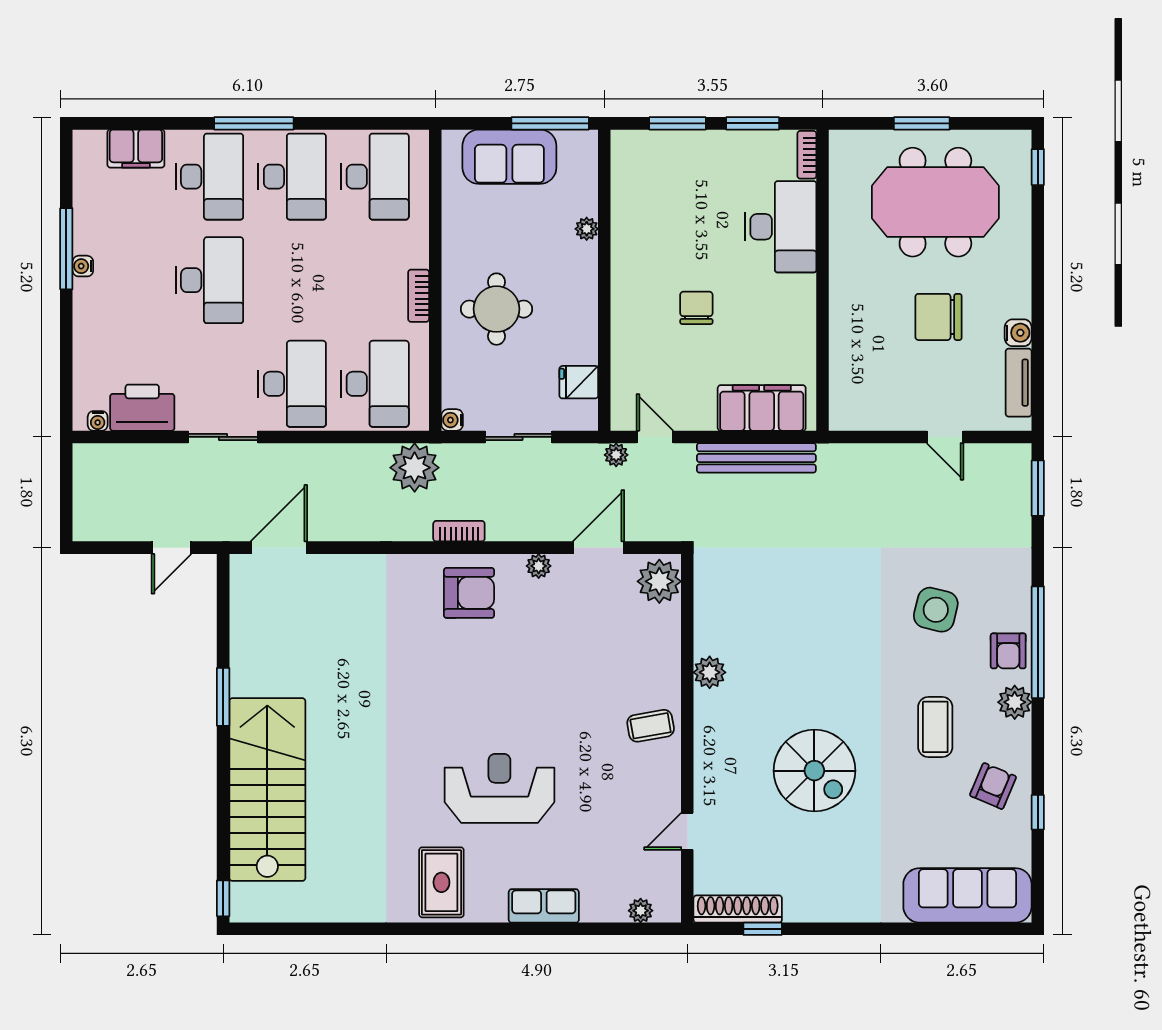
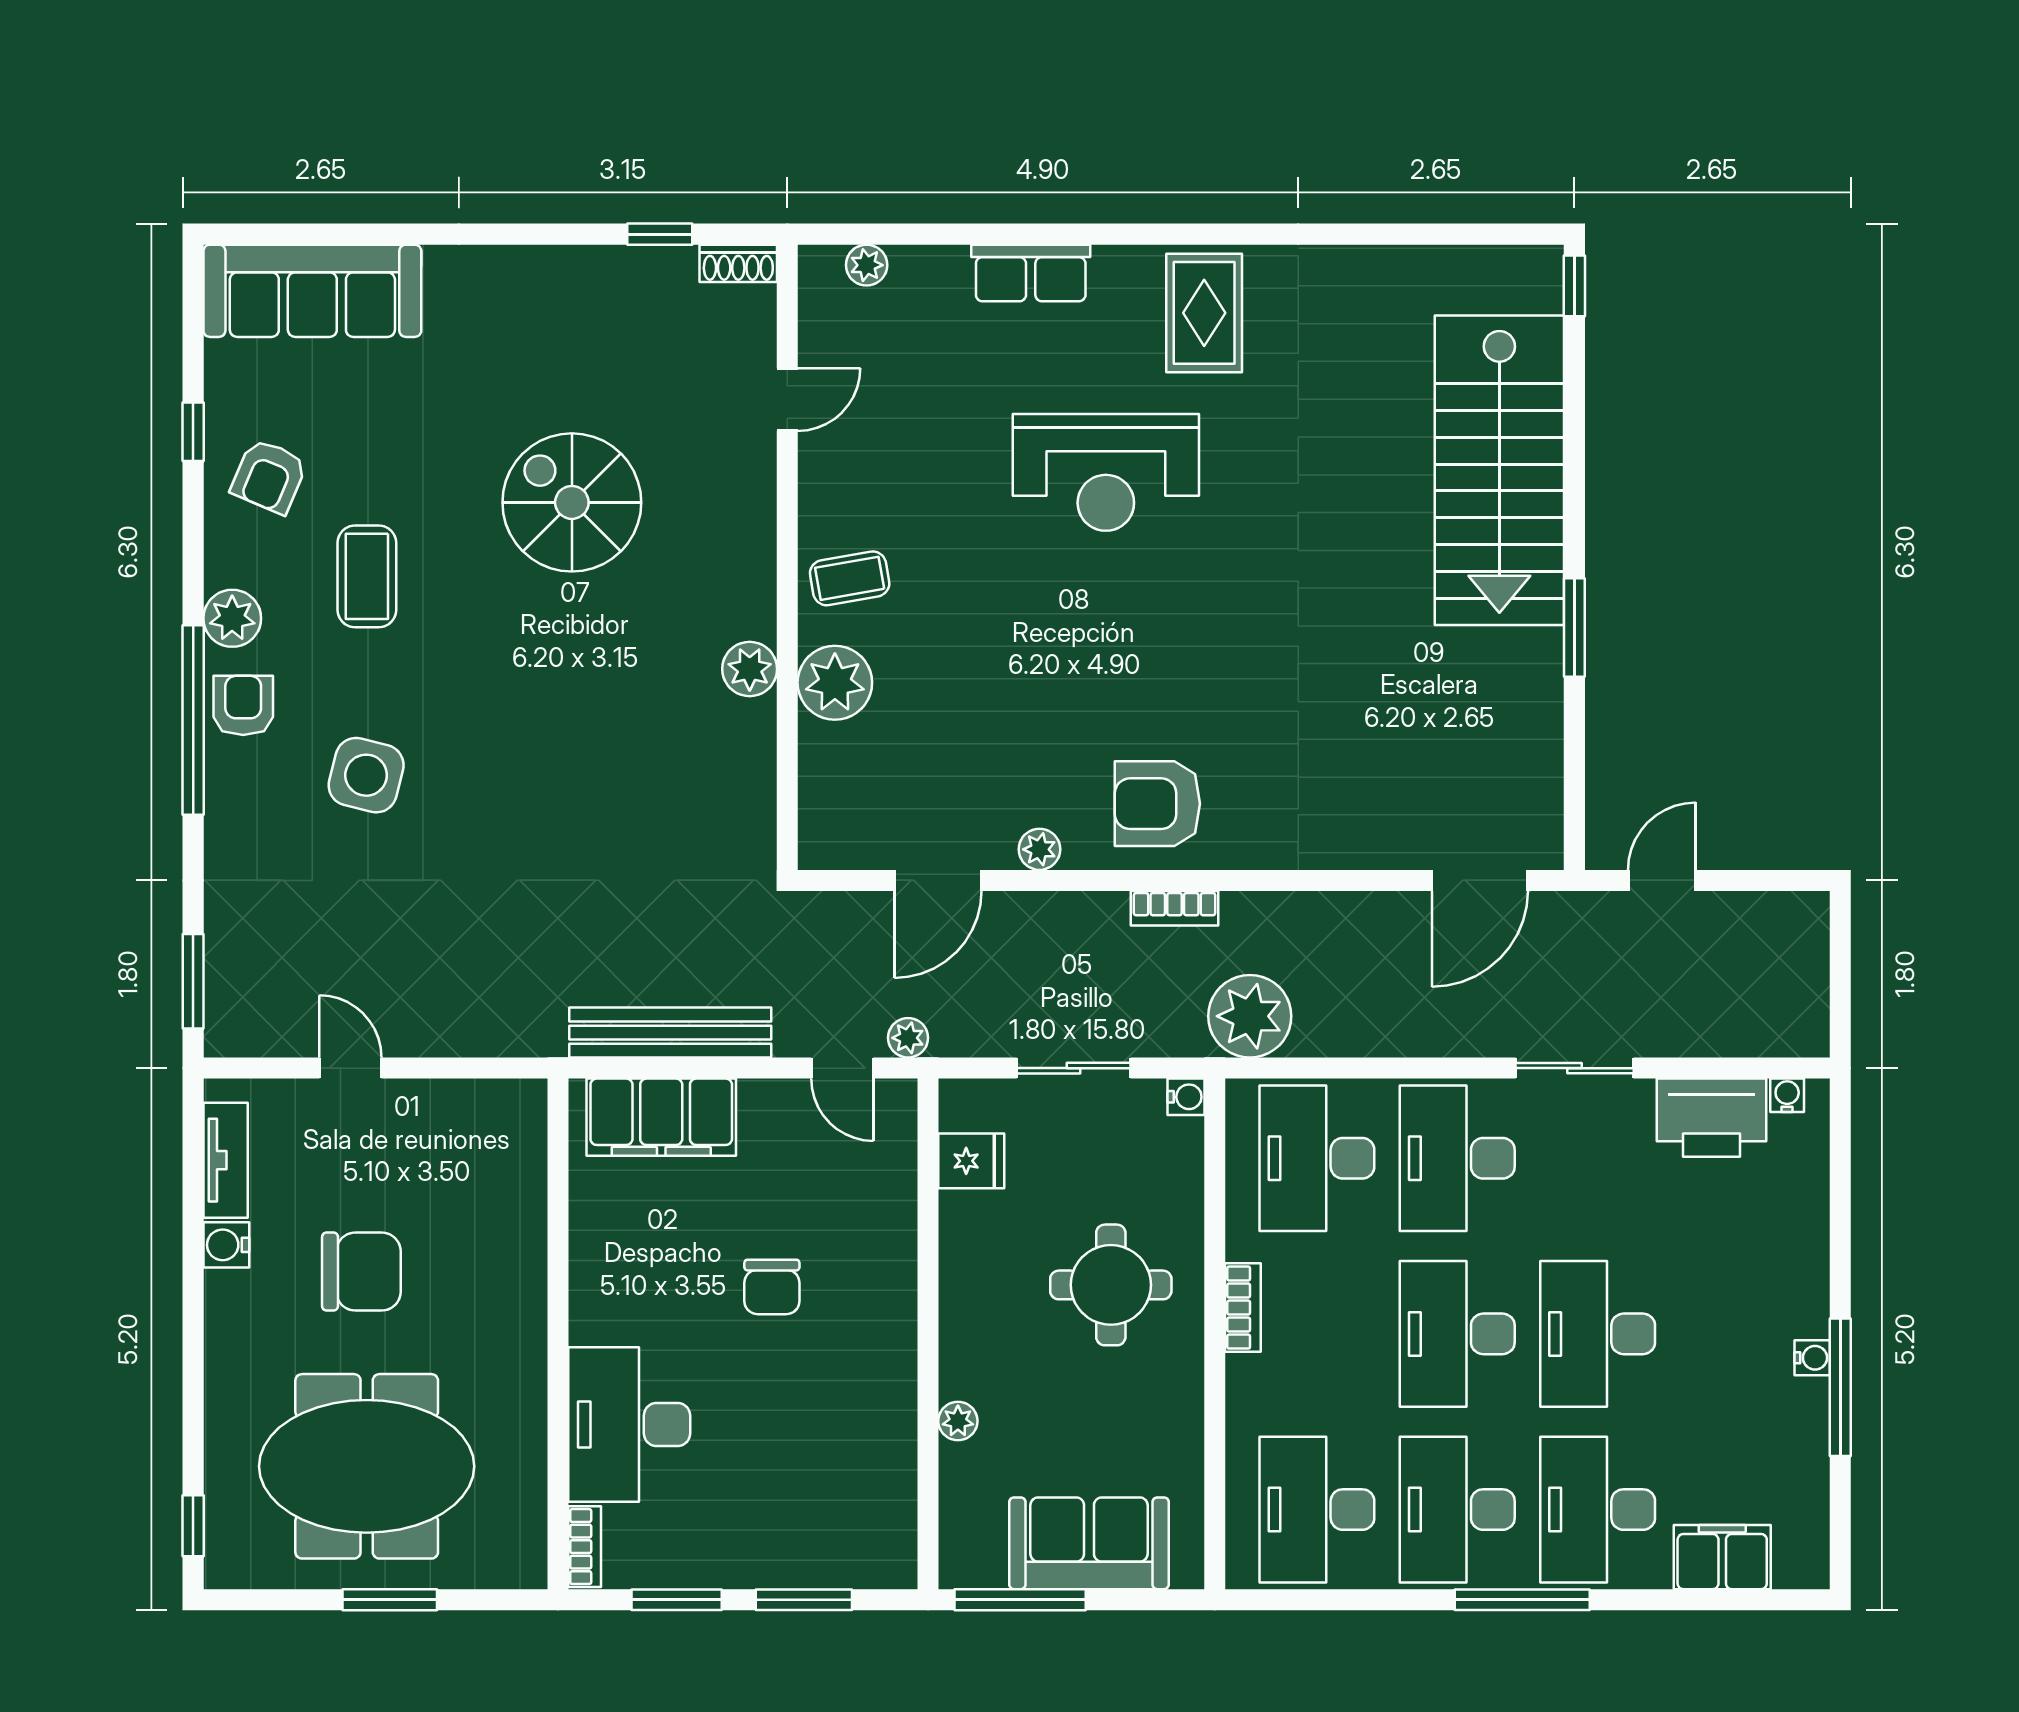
desk: (292, 280) -> (1457, 1334), added
plant: (659, 581) -> (835, 683), moved
shoe rack: (738, 909) -> (738, 263), width x0.51, depth x0.81

